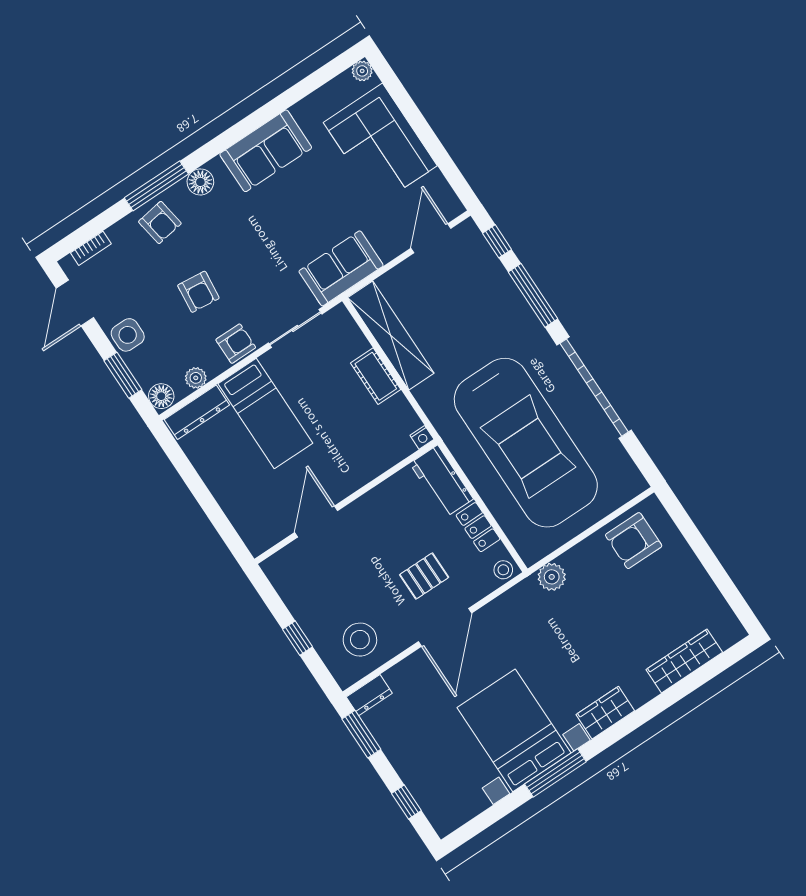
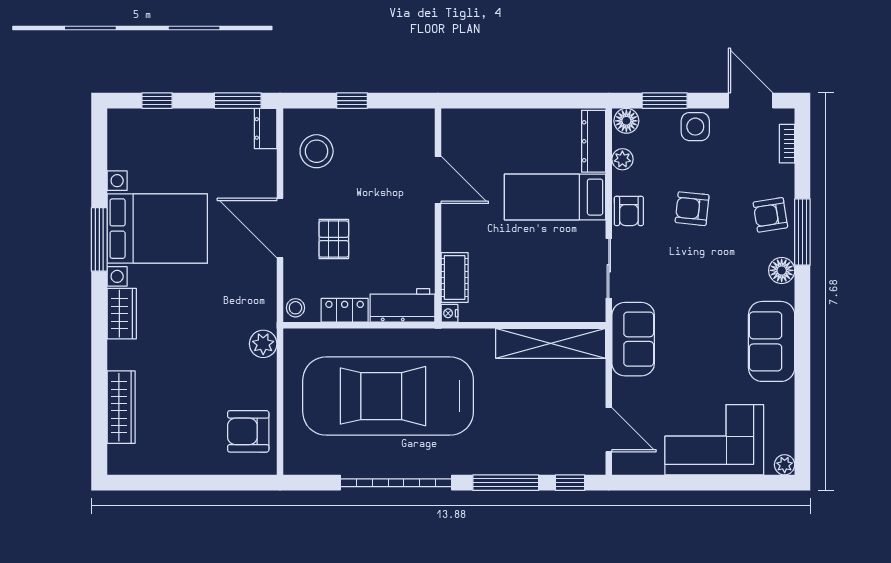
cot: (376, 376) -> (455, 277), moved, turned 90
armchair: (634, 541) -> (248, 431), turned -90

